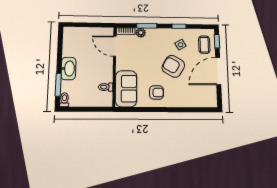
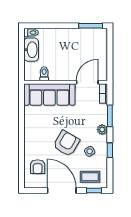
plant: (141, 33) -> (102, 130), moved
washbasin: (68, 69) -> (31, 50), moved, turned -90
window: (58, 85) -> (91, 26), moved
sofa: (126, 89) -> (49, 95), width x1.36
armchair: (156, 92) -> (38, 167), moved

